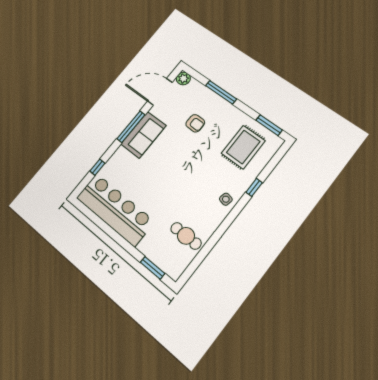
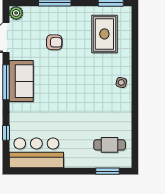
window: (254, 187) -> (135, 58), removed
bar counter: (115, 209) -> (36, 153), width x0.73
cafe table: (186, 236) -> (110, 145), moved

